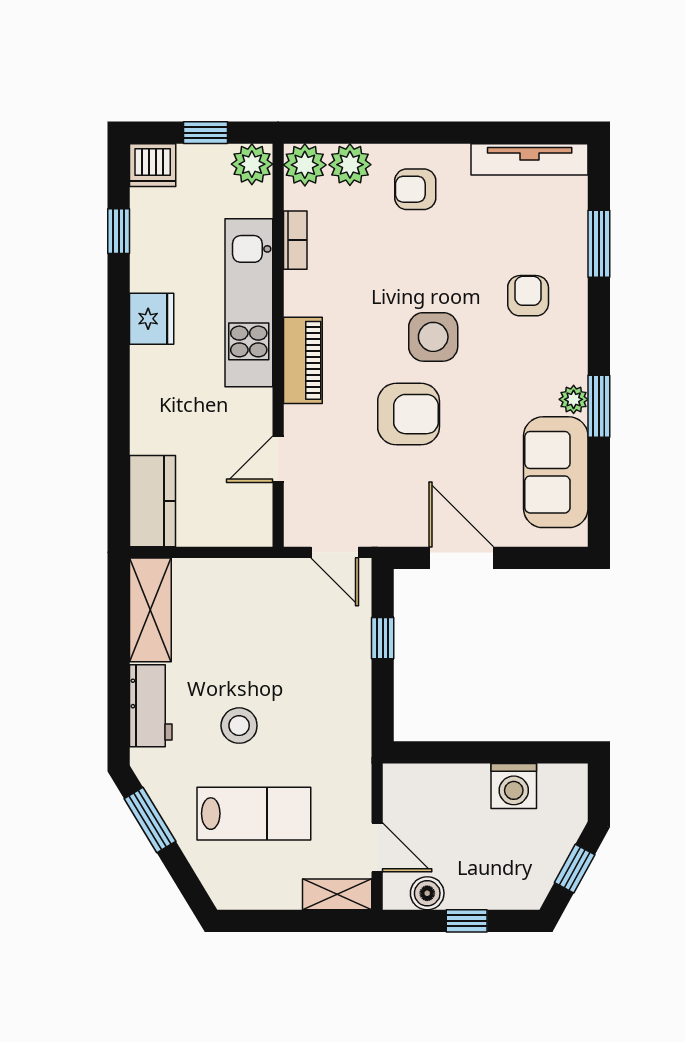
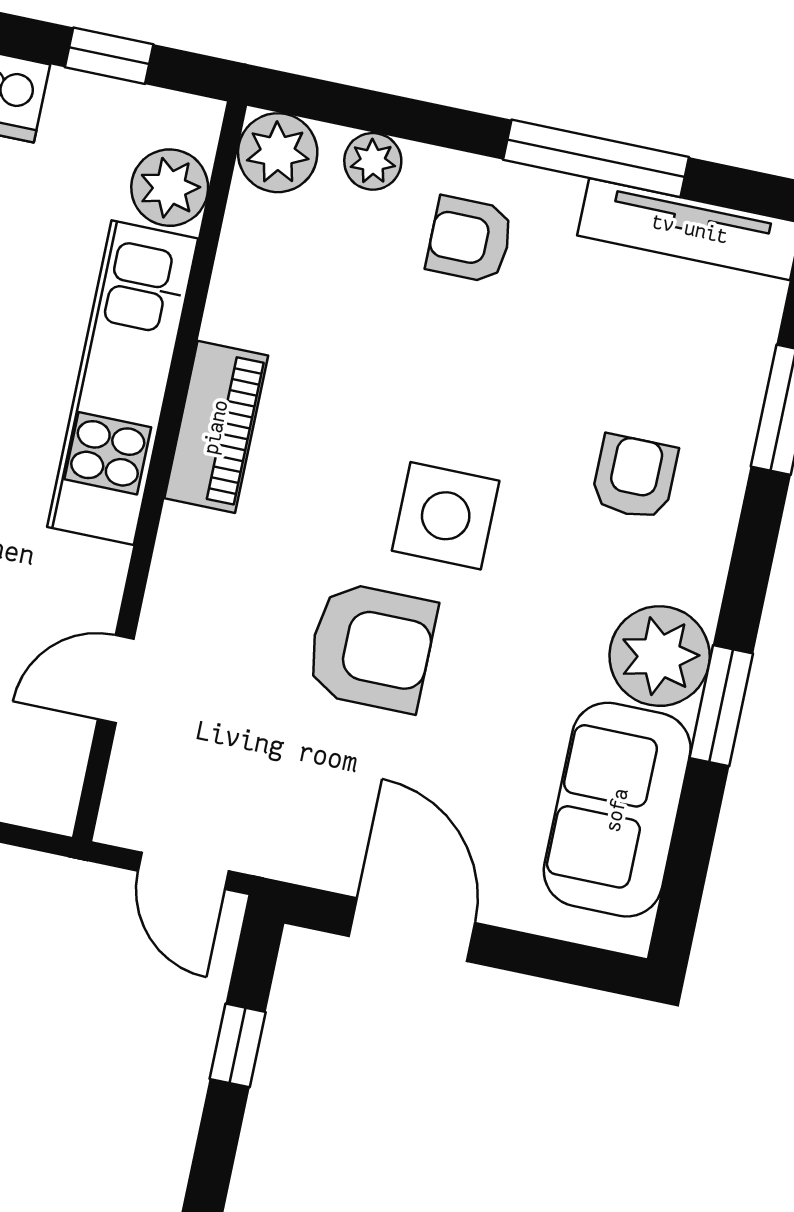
window: (473, 133) -> (596, 158), added
plant: (252, 164) -> (170, 188), moved
plant: (350, 165) -> (373, 161), width x0.73, depth x0.73
bookcase: (295, 240) -> (231, 286), removed
piano: (303, 360) -> (216, 427), moved
plant: (574, 399) -> (660, 656), width x1.88, depth x1.88

